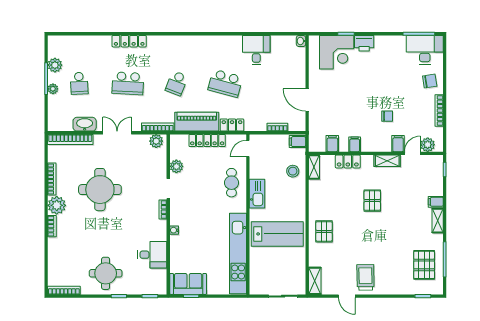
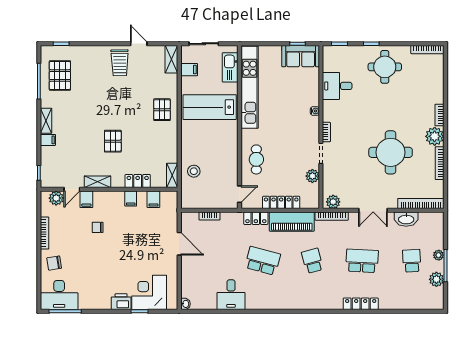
school desk: (177, 83) -> (312, 261), turned -36
filing cabinet: (297, 142) -> (189, 70), moved
kitchen sink: (257, 194) -> (230, 67), moved

